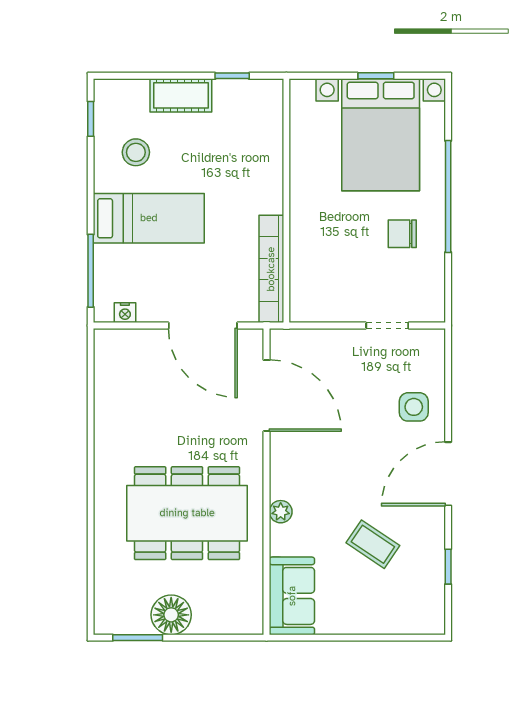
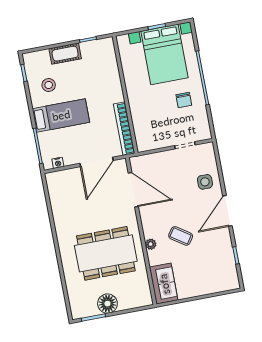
chair: (402, 234) -> (184, 100), turned -90
door: (203, 326) -> (96, 162), hinge flipped
coffee table: (373, 544) -> (181, 236), moved

